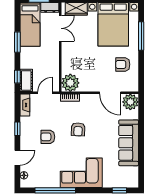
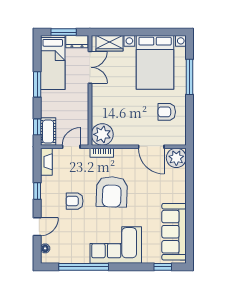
armchair: (78, 129) -> (112, 192), width x1.88, depth x1.88
sofa: (129, 143) -> (174, 232), moved

